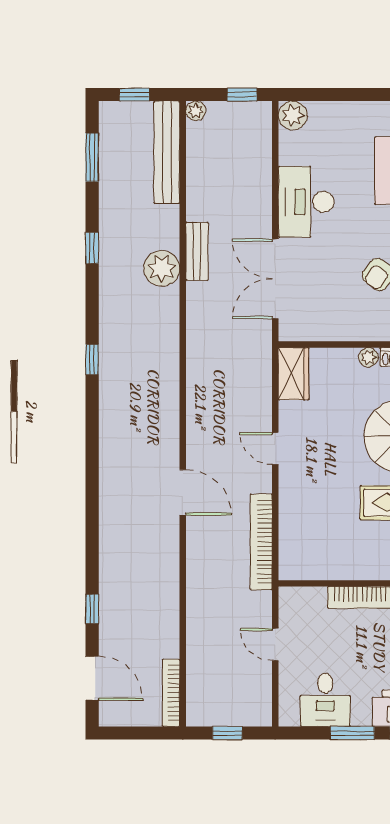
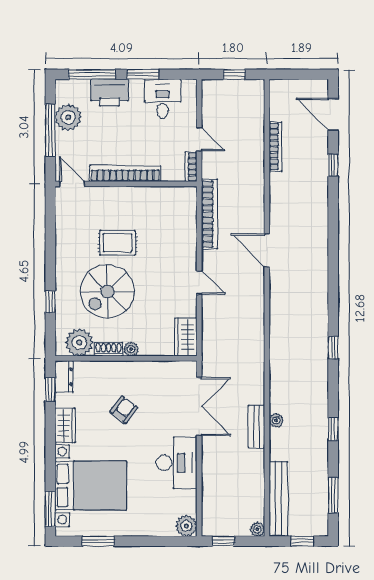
plant: (162, 268) -> (276, 420), width x0.53, depth x0.53
bookcase: (286, 607) -> (191, 167), added
bookcase: (171, 693) -> (275, 146), moved

